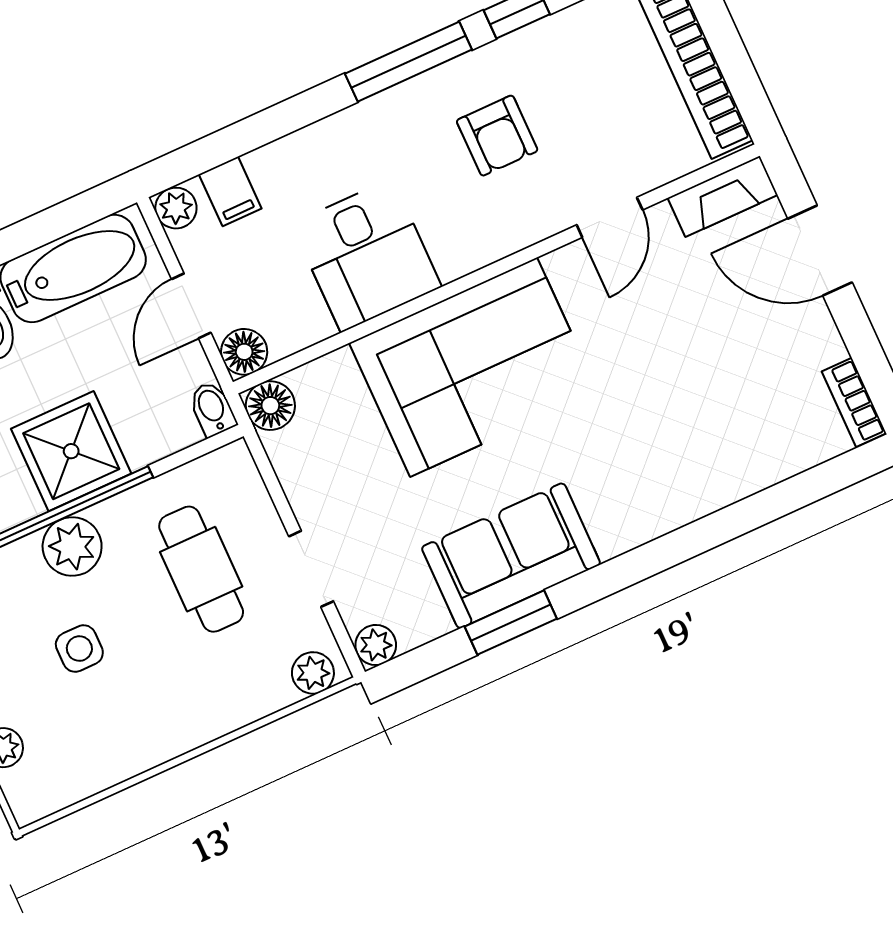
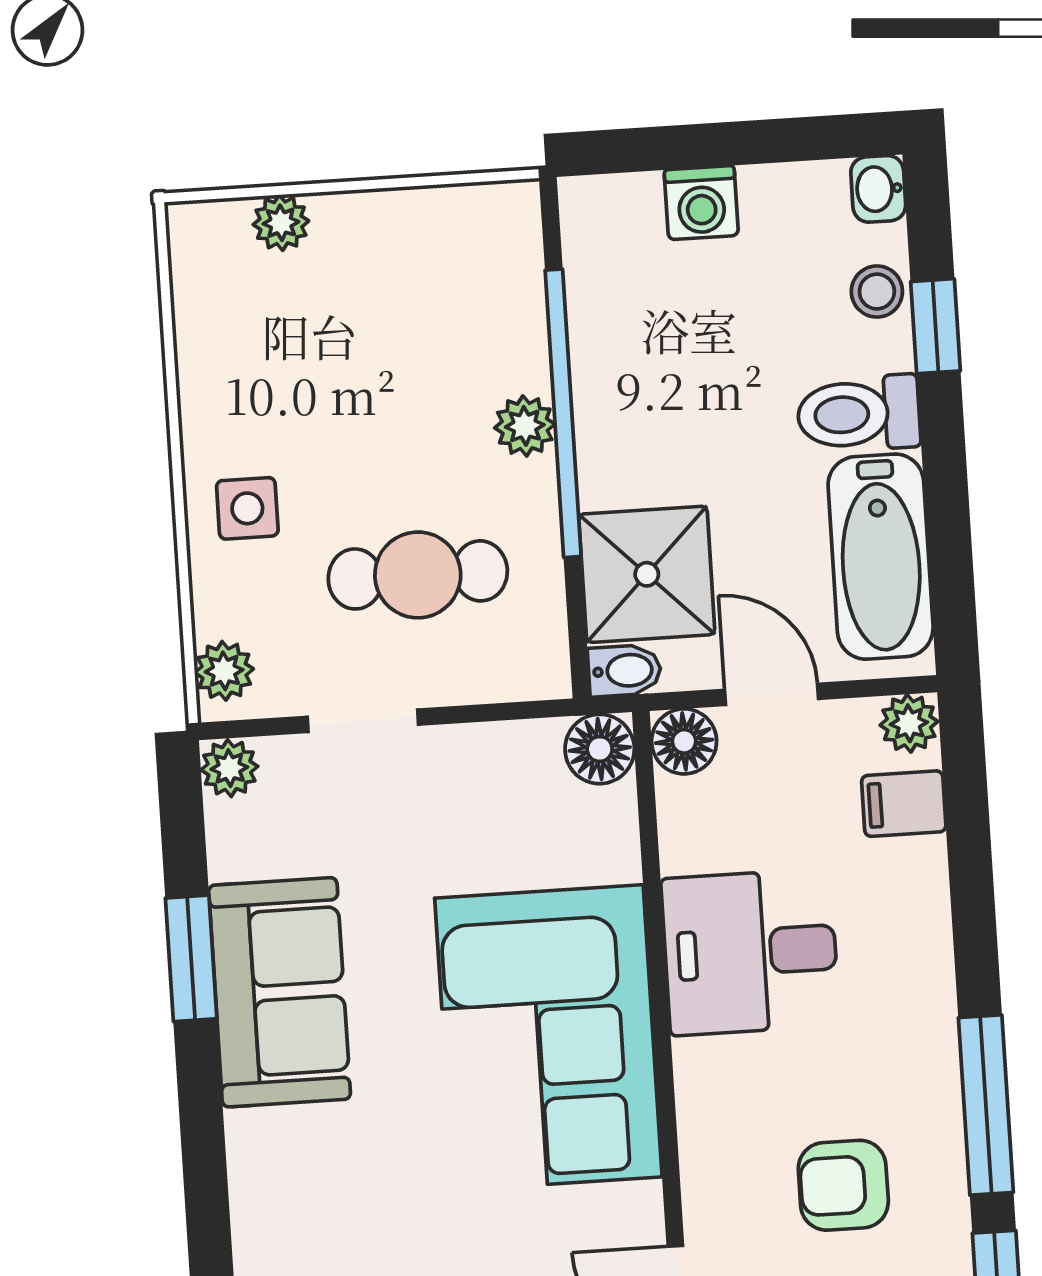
shower: (71, 451) -> (647, 574), moved
plant: (72, 547) -> (525, 426), width x0.73, depth x0.73
side table: (79, 649) -> (247, 508), moved

